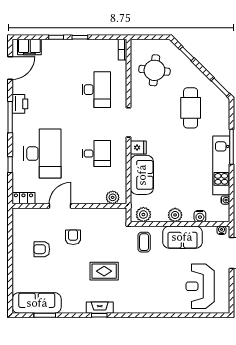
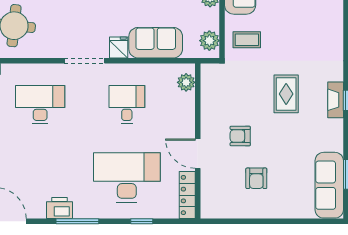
locker: (23, 198) -> (187, 195), width x1.53

